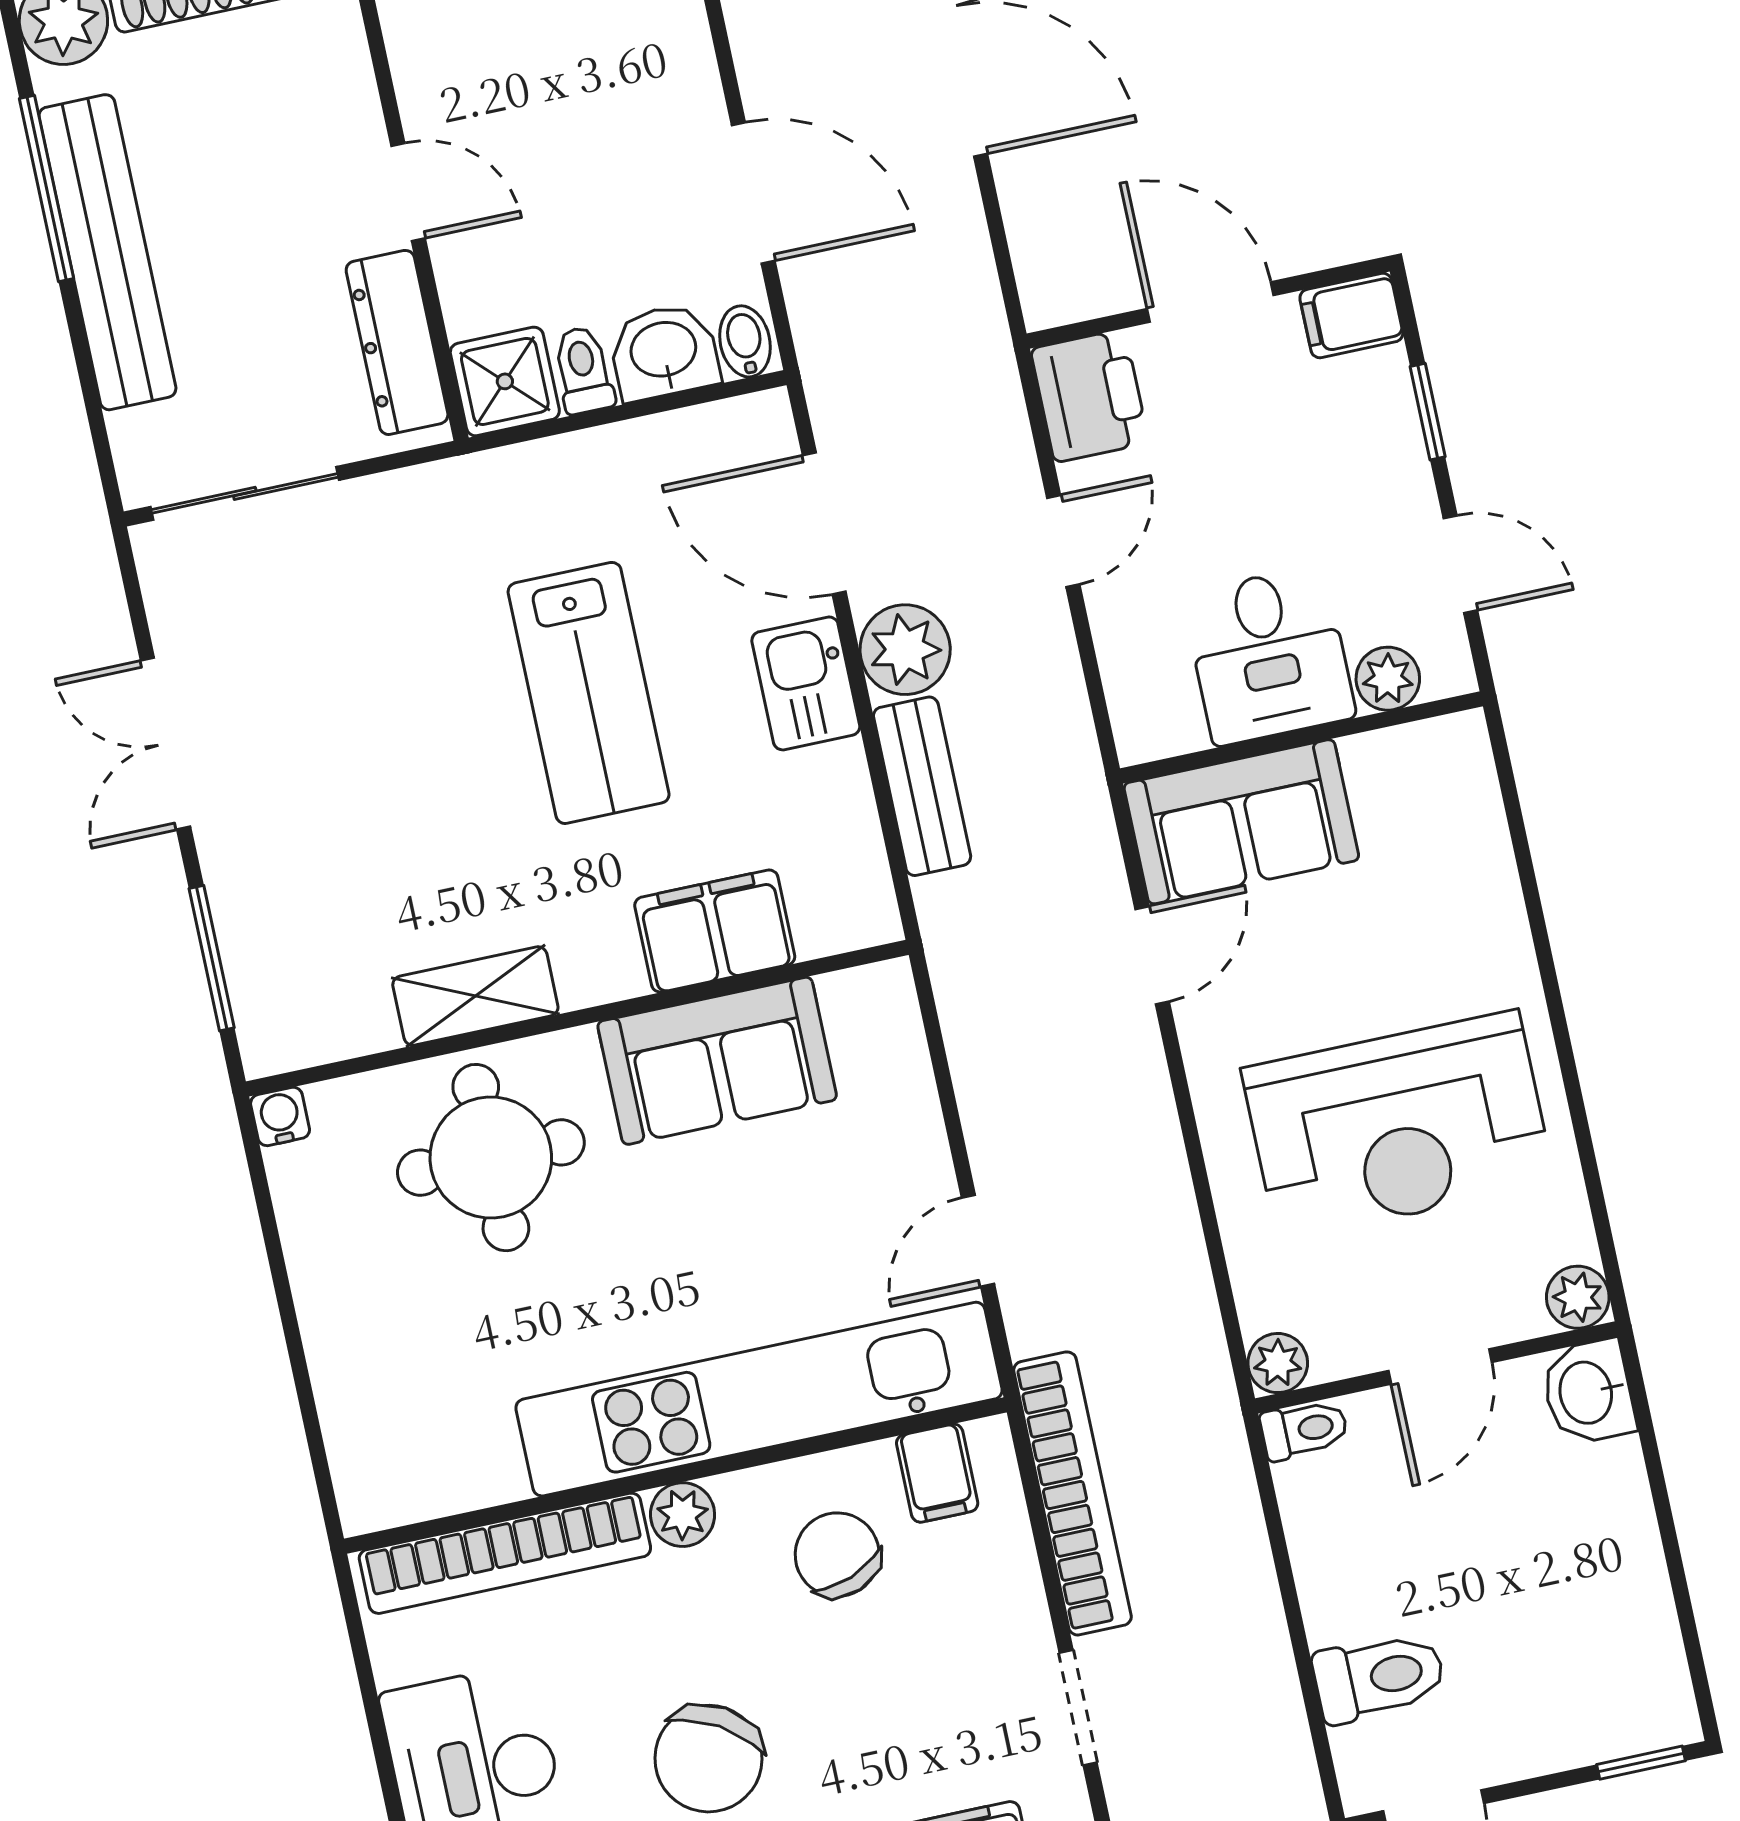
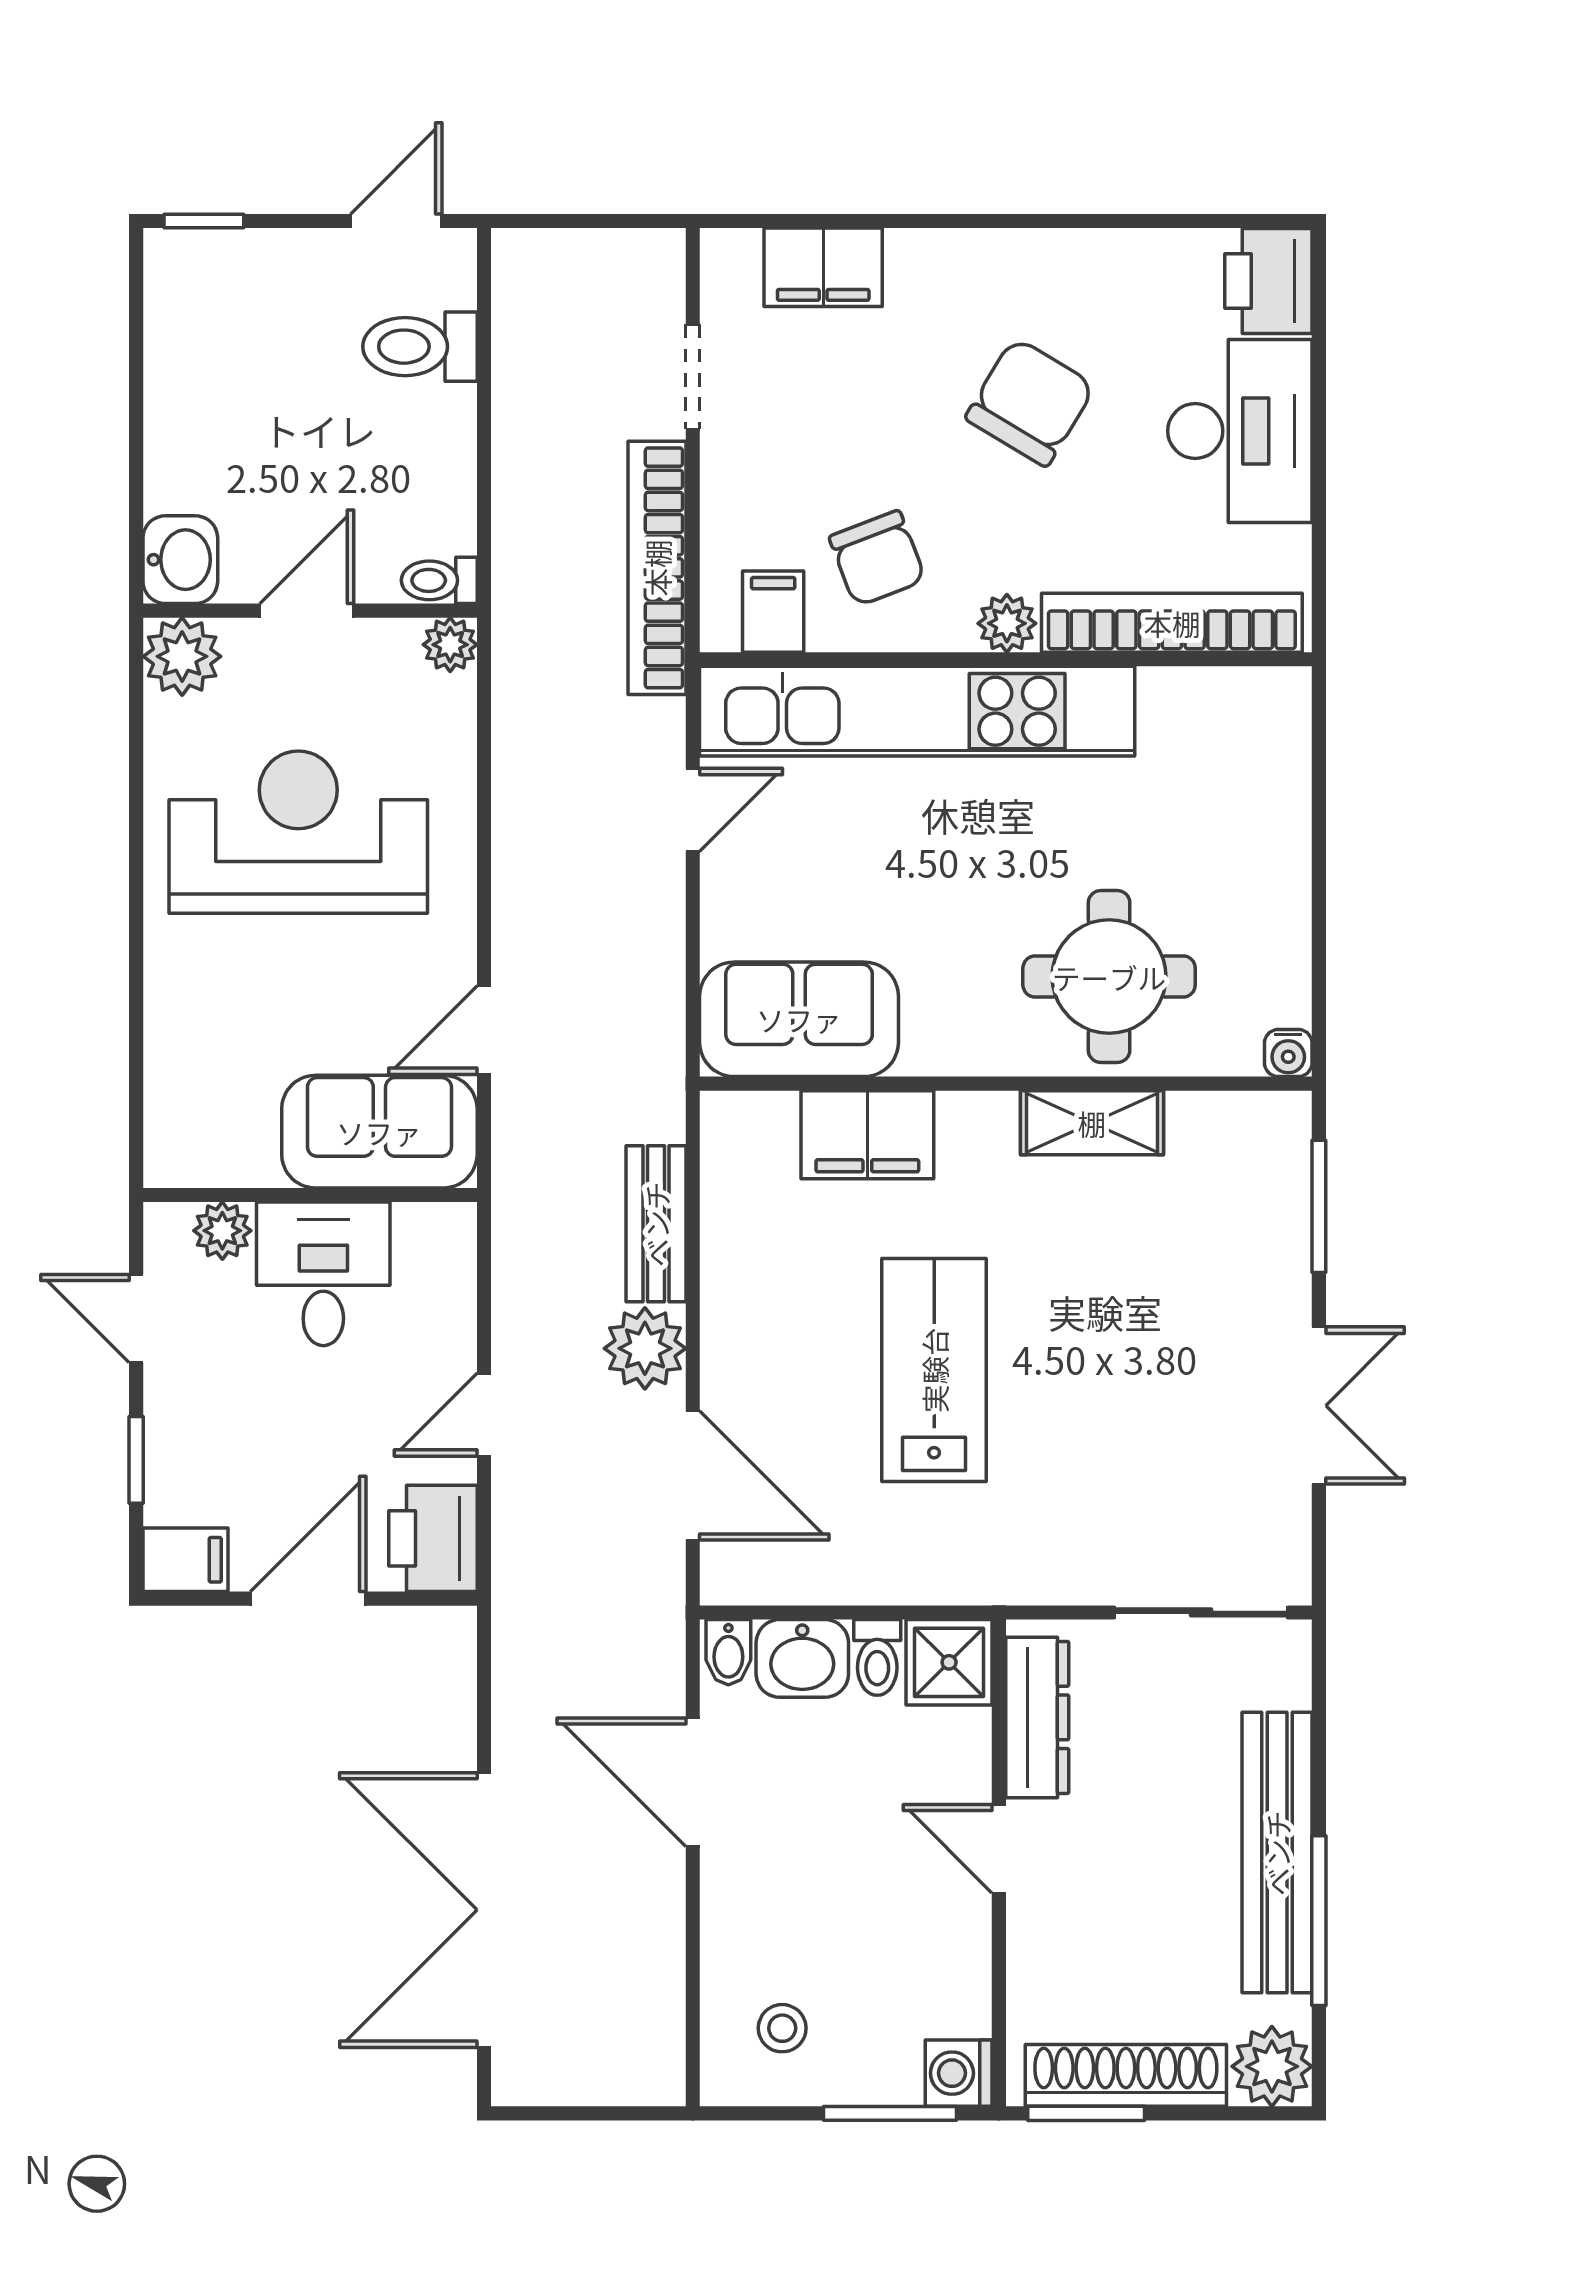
door: (1210, 302) -> (308, 1599), swing flipped
kitchen sink: (806, 683) -> (739, 1337), removed
sofa: (717, 1061) -> (799, 1019), moved
plant: (1578, 1297) -> (182, 656), width x1.38, depth x1.38

